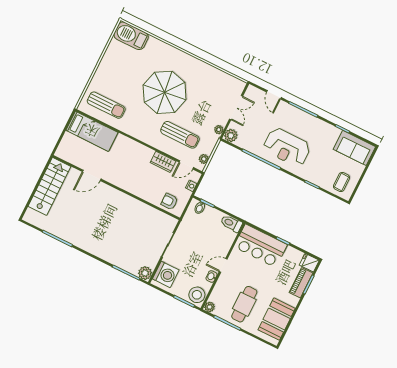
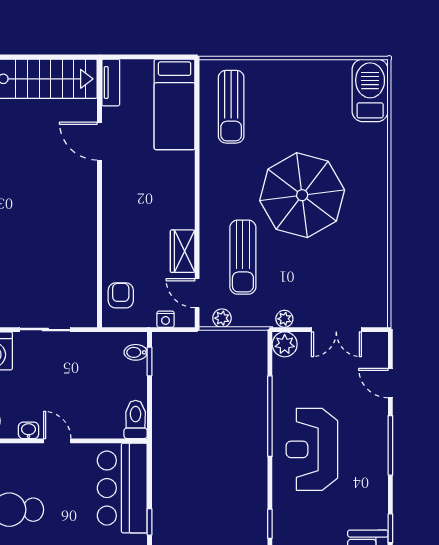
door: (274, 95) -> (390, 383), hinge flipped
tv unit: (67, 156) -> (111, 83), added

